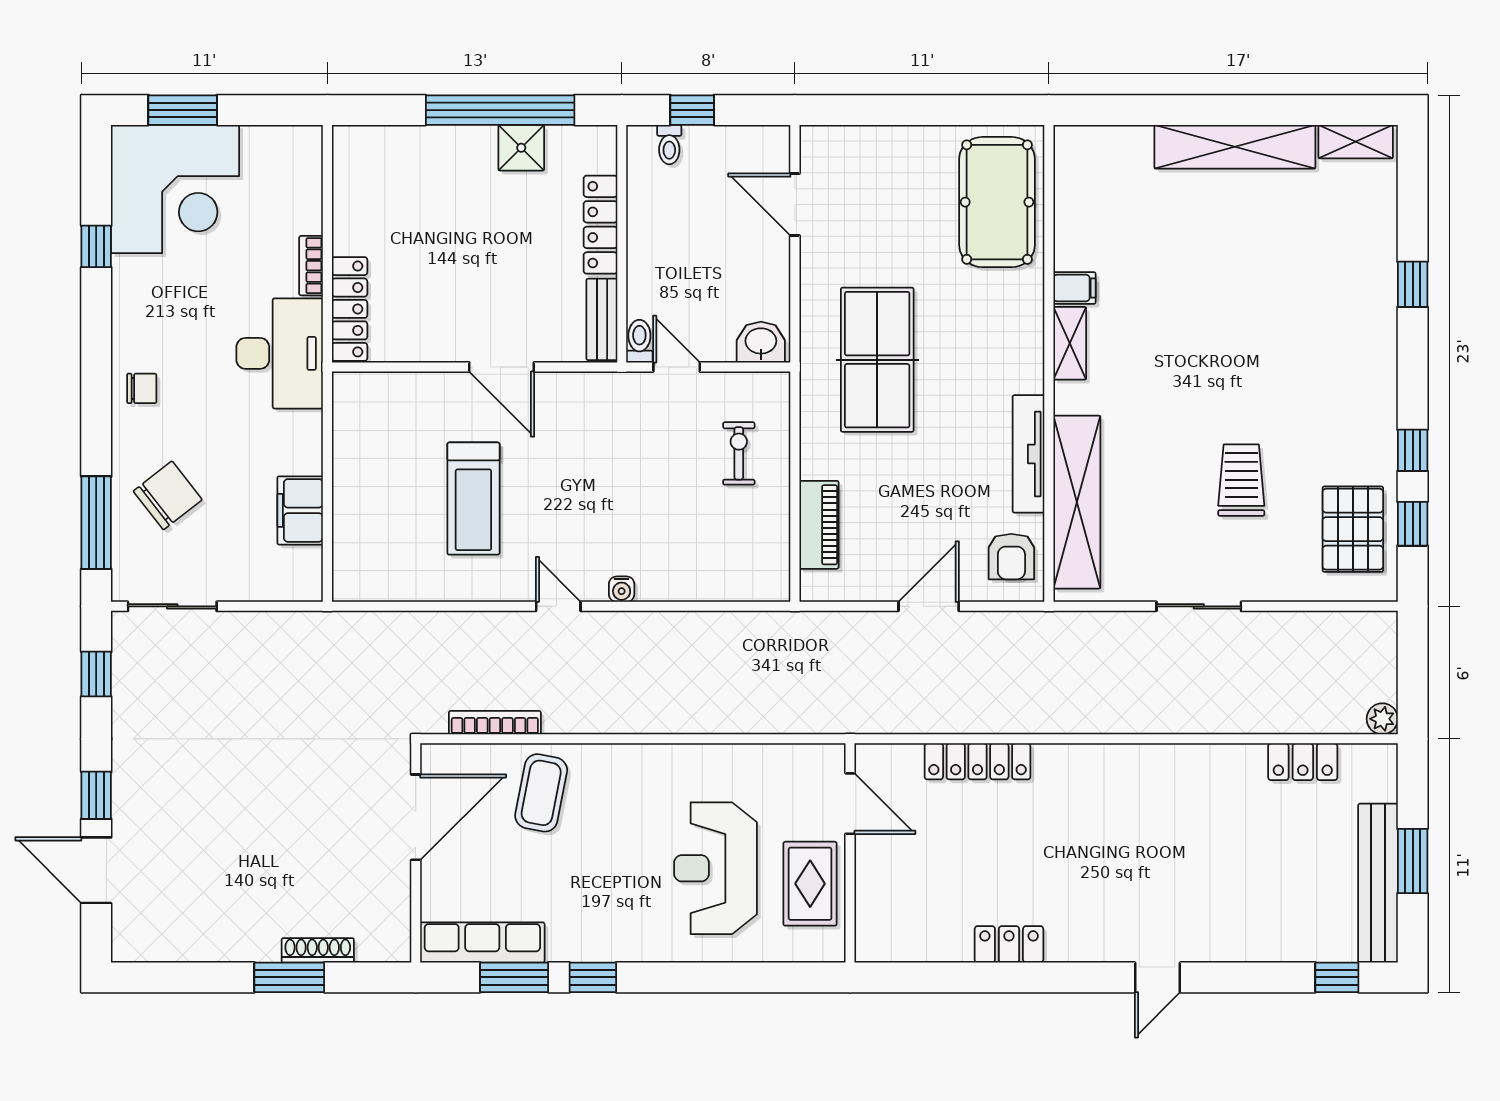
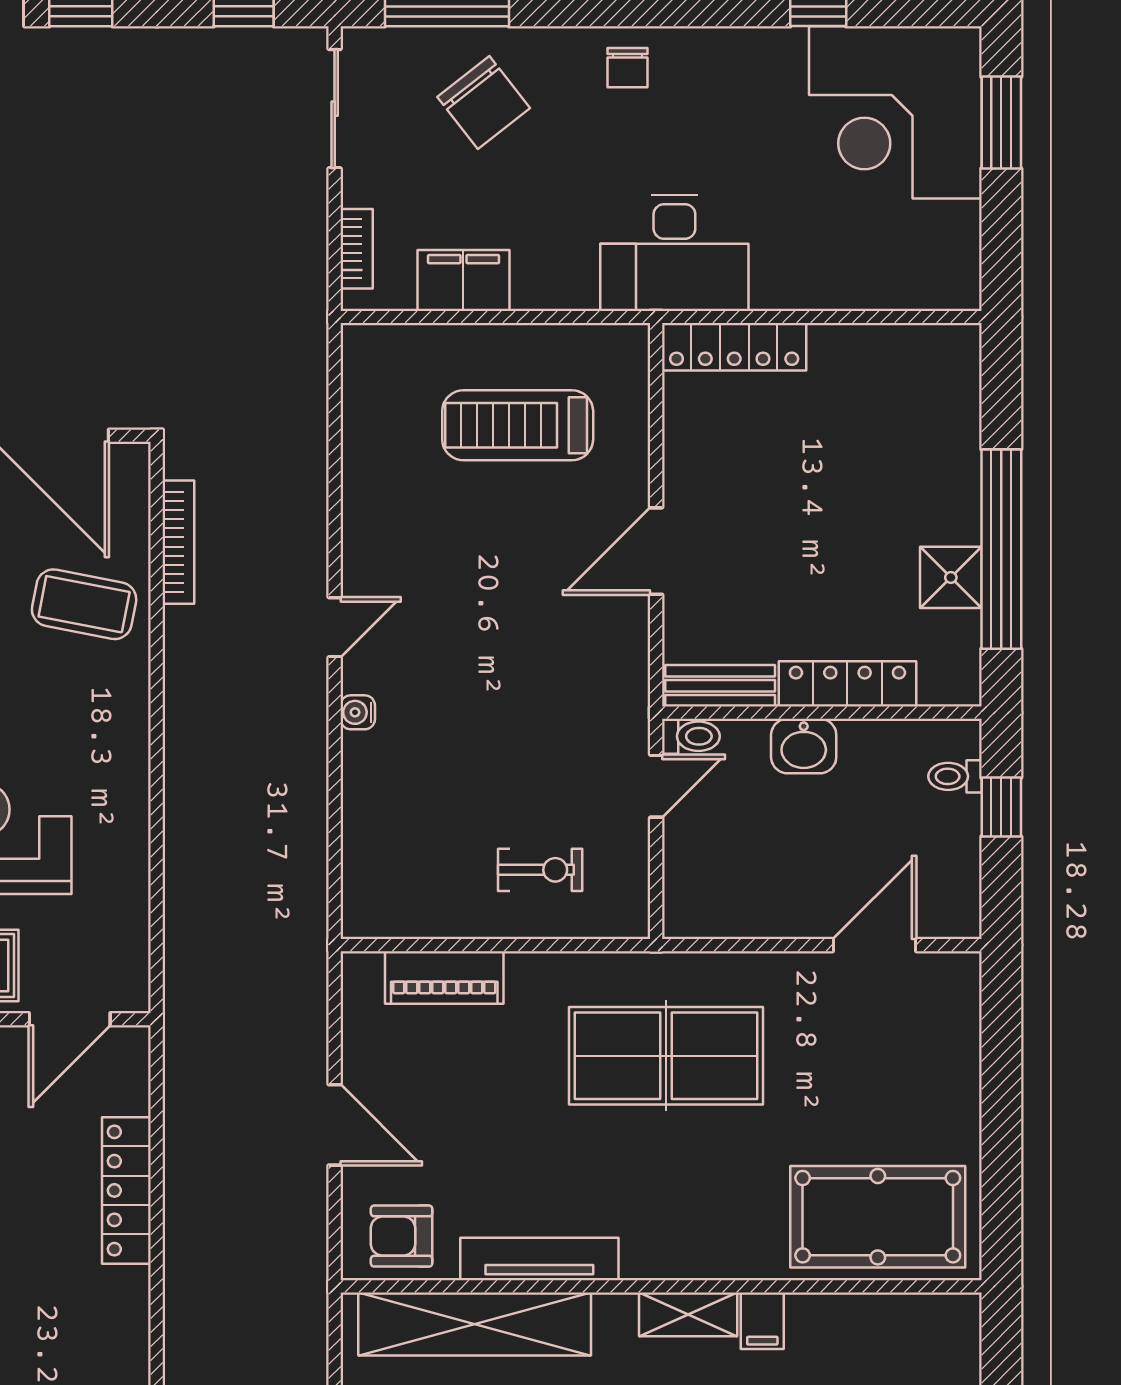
bookcase: (311, 266) -> (357, 249), moved, turned 90
washbasin: (761, 342) -> (804, 746), moved, turned 90
treadmill: (473, 499) -> (518, 425), moved

